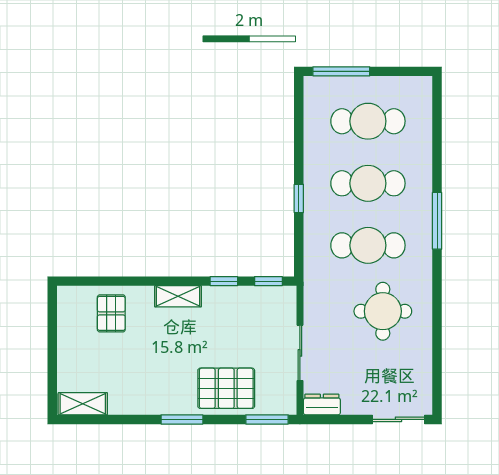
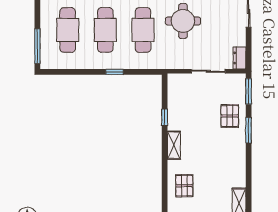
window: (268, 281) -> (165, 90), removed
pallet: (111, 313) -> (184, 186), turned 90
pallet: (226, 388) -> (230, 116), width x0.67, depth x0.71
window: (182, 419) -> (249, 130), moved

